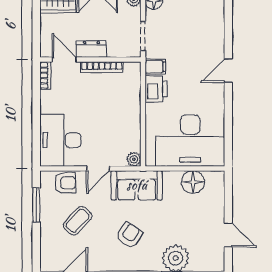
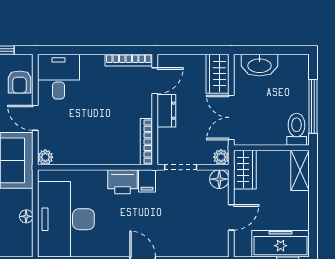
bookcase: (102, 67) -> (146, 142), moved
bookcase: (45, 76) -> (129, 60), width x1.56
desk: (60, 140) -> (58, 77), width x0.73
floor lamp: (193, 182) -> (26, 216), width x0.53, depth x0.53

